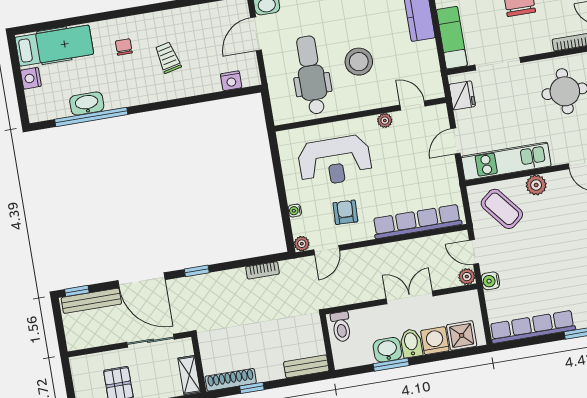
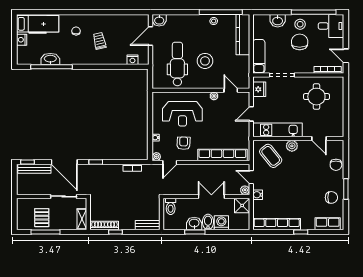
shower: (462, 335) -> (242, 205), moved

